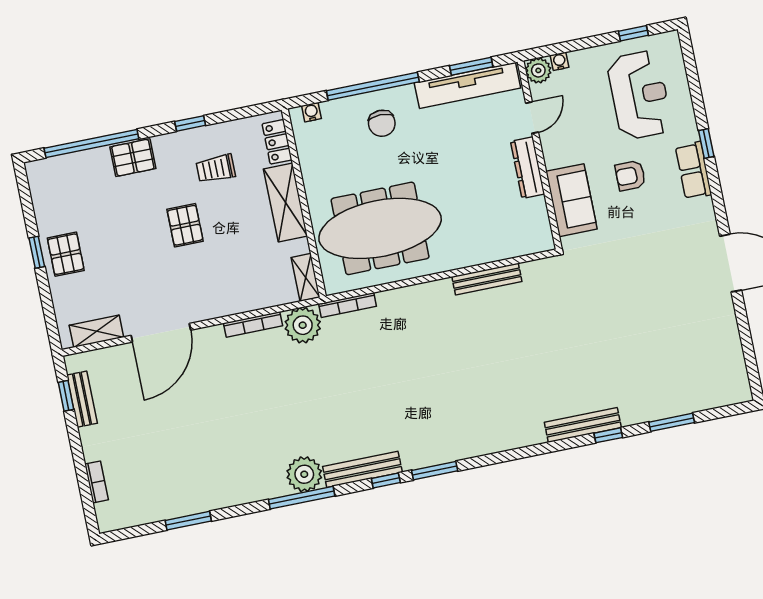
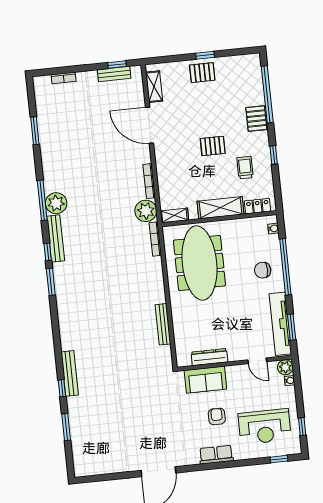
window: (706, 144) -> (279, 459), moved
dresser: (528, 168) -> (209, 357), moved

